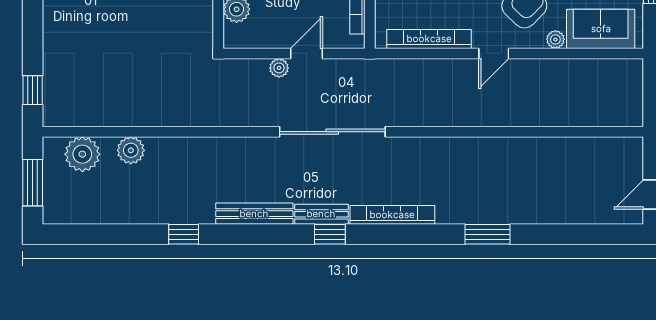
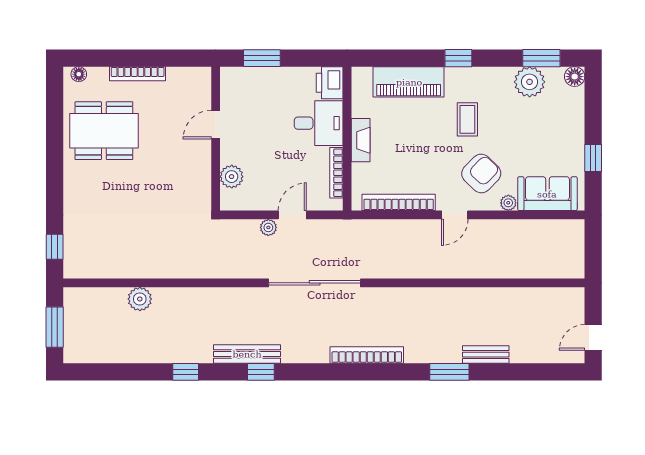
plant: (82, 154) -> (98, 302), removed
bench: (321, 214) -> (486, 355), moved
window: (330, 234) -> (261, 372), moved

